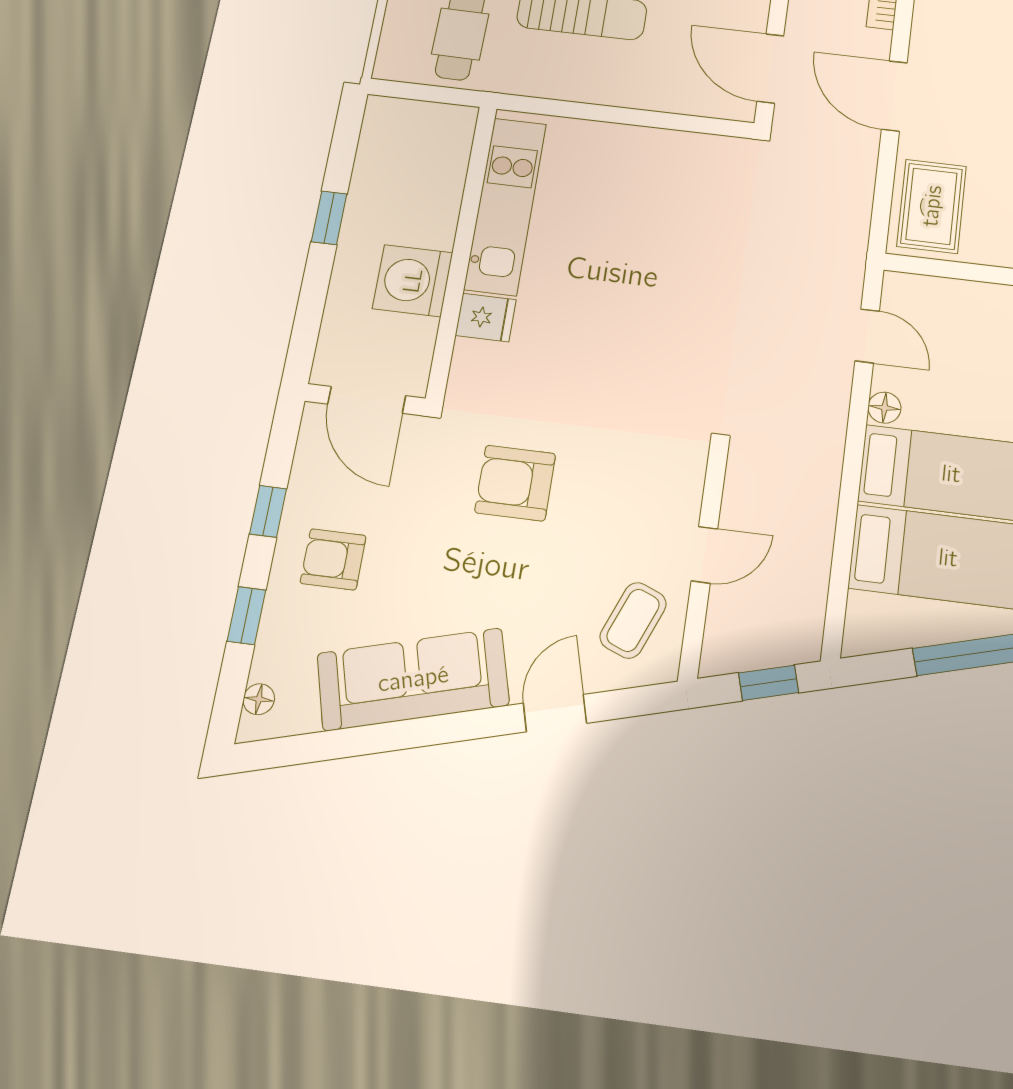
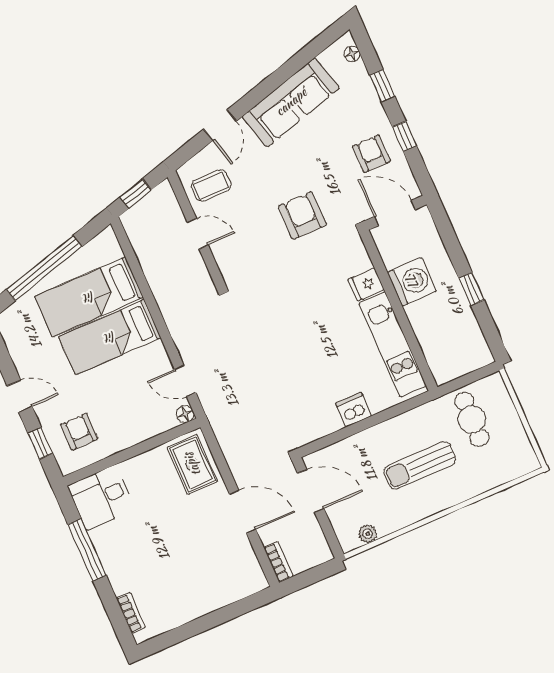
dishwasher: (629, 146) -> (354, 410), added
floor lamp: (884, 408) -> (185, 414), moved
armchair: (515, 483) -> (302, 215), turned -90
door: (704, 555) -> (198, 234), swing flipped
armchair: (333, 559) -> (372, 154), moved, turned -90
coffee table: (633, 620) -> (211, 186), turned 68

